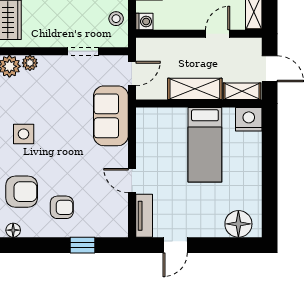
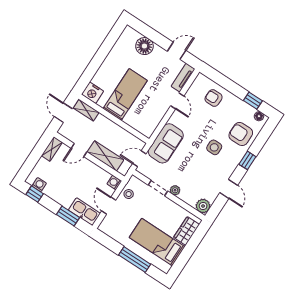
plant: (30, 63) -> (175, 190), moved
shelving: (195, 89) -> (105, 156), moved
side table: (24, 134) -> (214, 147), moved
armchair: (62, 207) -> (214, 98), moved
floor lamp: (238, 224) -> (144, 46), moved
window: (83, 245) -> (253, 101), moved

